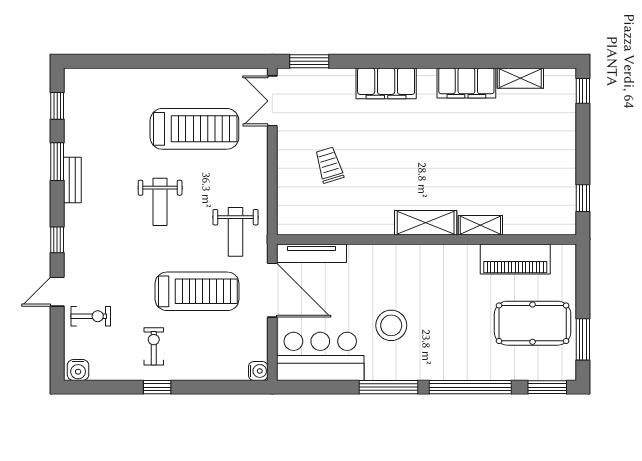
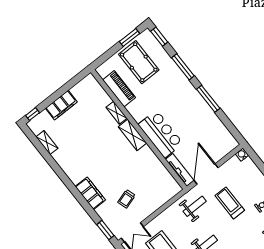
filing cabinet: (466, 83) -> (61, 105), moved, turned 90
trolley: (329, 165) -> (127, 199), moved
window: (583, 198) -> (74, 81), removed
treadmill: (197, 291) -> (230, 203), width x0.73, depth x0.73
stool: (391, 325) -> (183, 117), removed
bar counter: (320, 356) -> (161, 134), moved, turned 180
window: (470, 387) -> (183, 67), width x0.68

